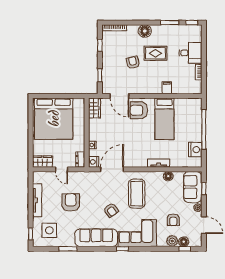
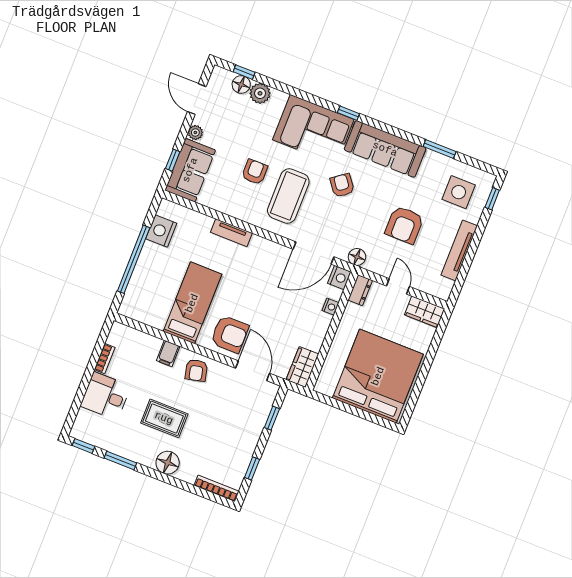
armchair: (133, 62) -> (196, 370), moved
floor lamp: (168, 176) -> (357, 257), moved
armchair: (173, 220) -> (255, 172), moved

